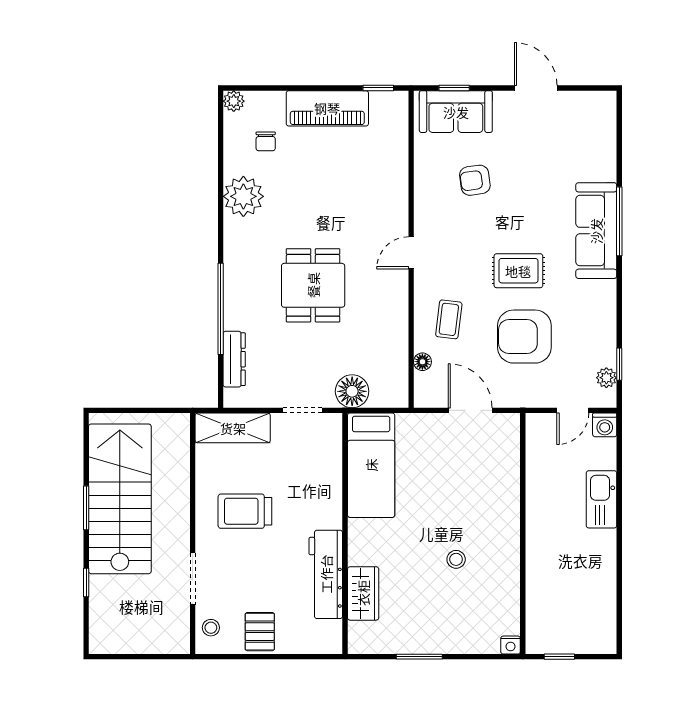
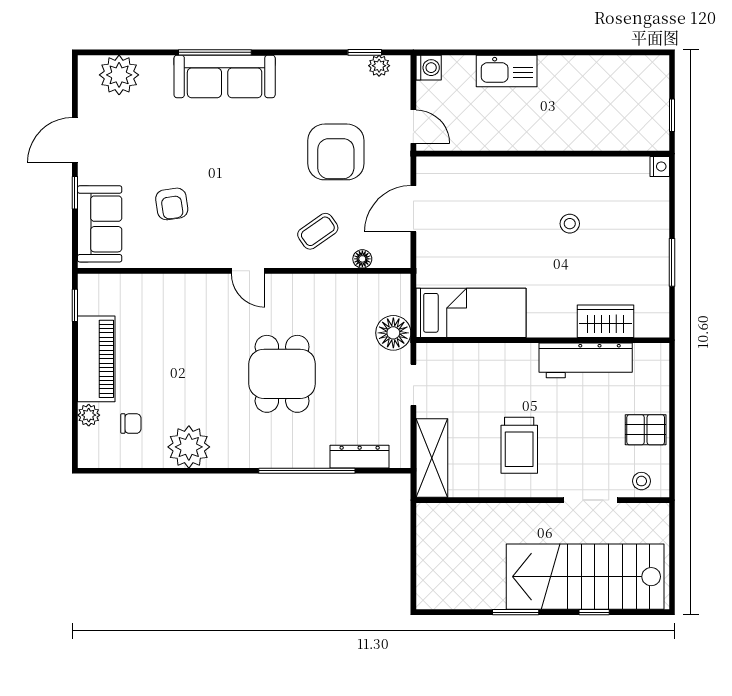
window: (454, 88) -> (75, 193), moved
plant: (234, 101) -> (89, 415), moved
plant: (598, 130) -> (119, 75), added
rug: (518, 271) -> (267, 158), removed
dining table: (313, 285) -> (282, 374), turned 90
coffee table: (449, 319) -> (318, 231), turned -42
door: (573, 410) -> (413, 127), moved
stairs: (120, 499) -> (585, 577), moved

